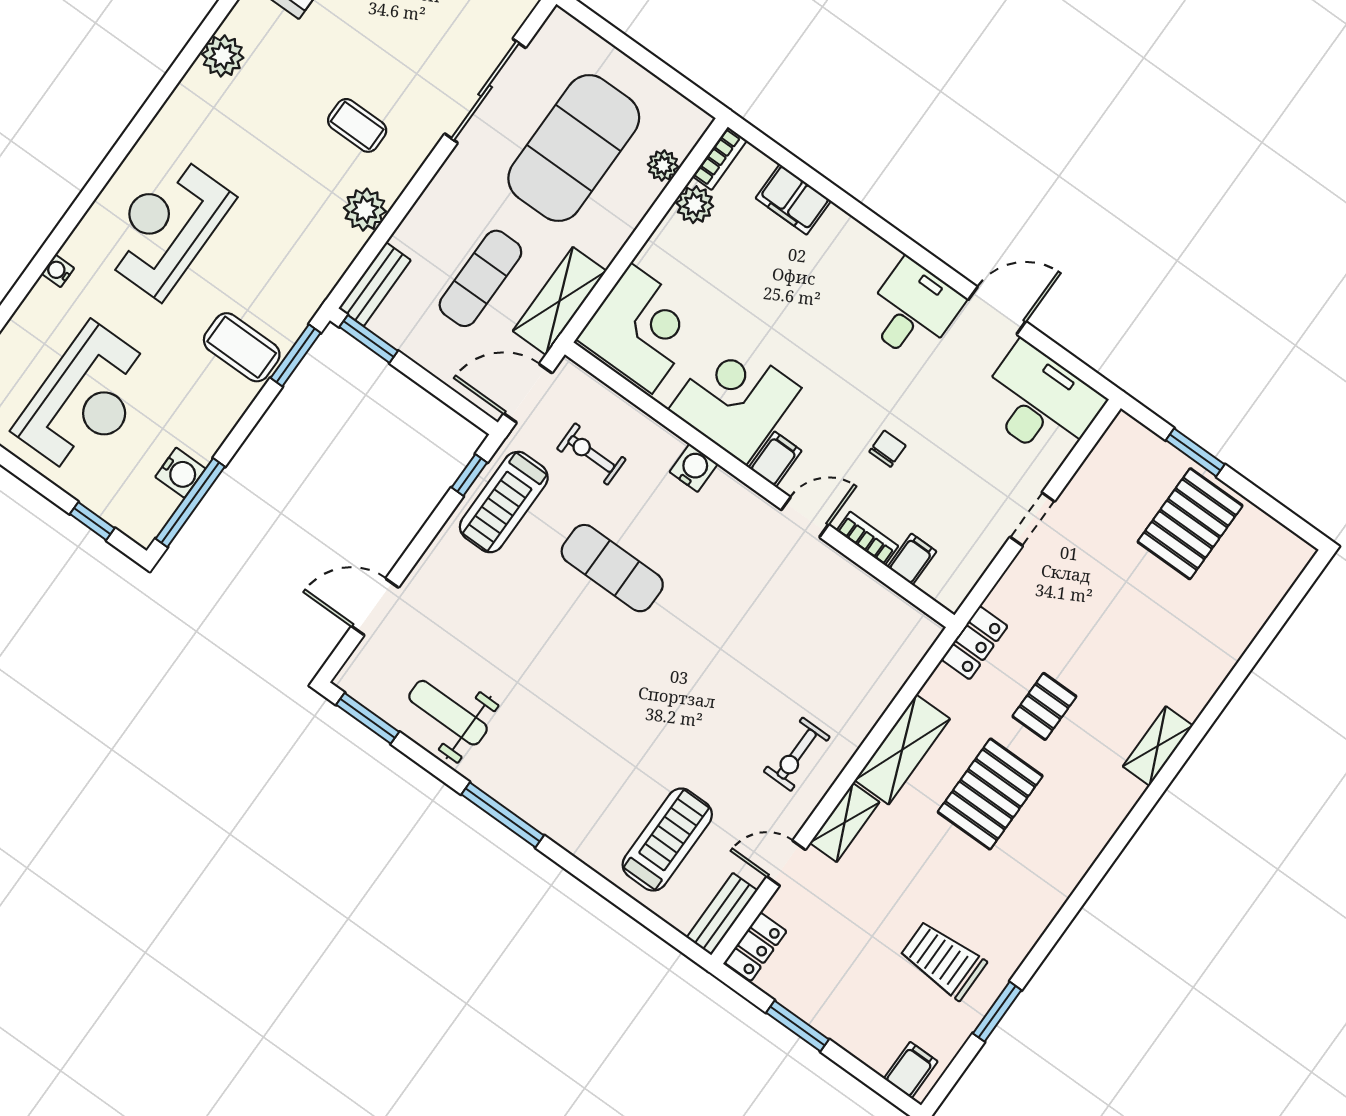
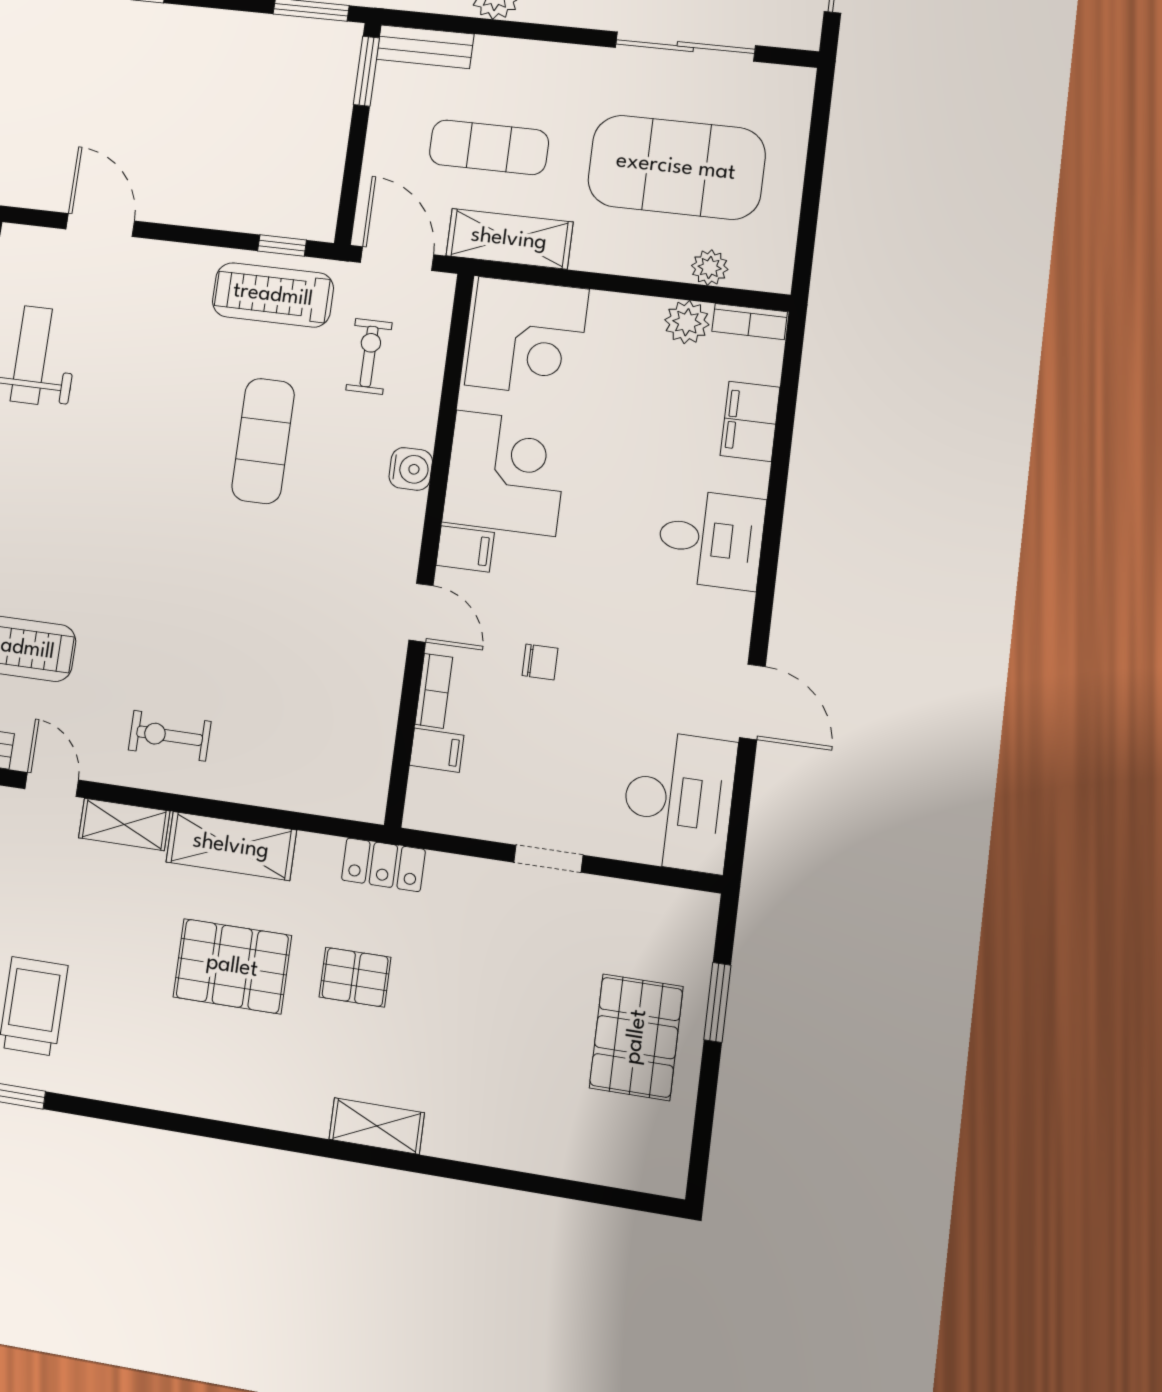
desk: (913, 310) -> (711, 539), moved
pallet: (1190, 524) -> (636, 1037), turned 90

